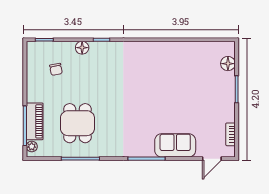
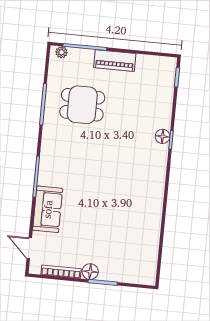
floor lamp: (82, 48) -> (162, 136), moved
floor lamp: (228, 64) -> (90, 272), moved
chair: (56, 69) -> (143, 87), removed
piano: (35, 121) -> (115, 61), moved
bookcase: (231, 134) -> (61, 272), width x1.56

